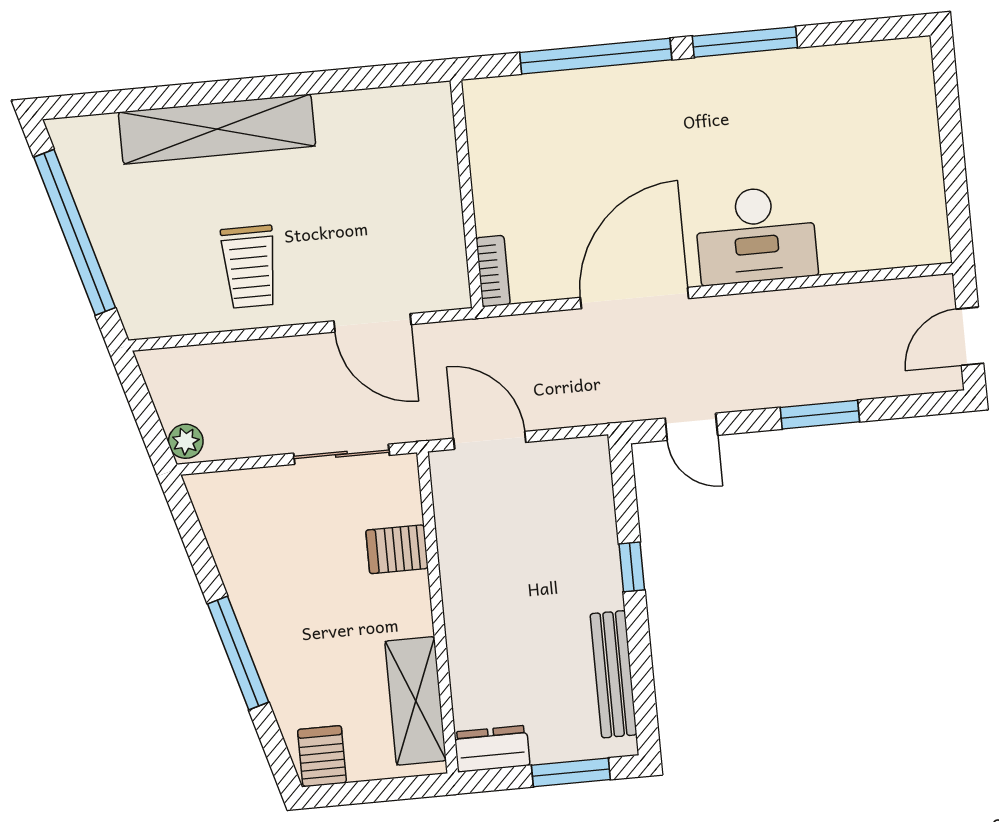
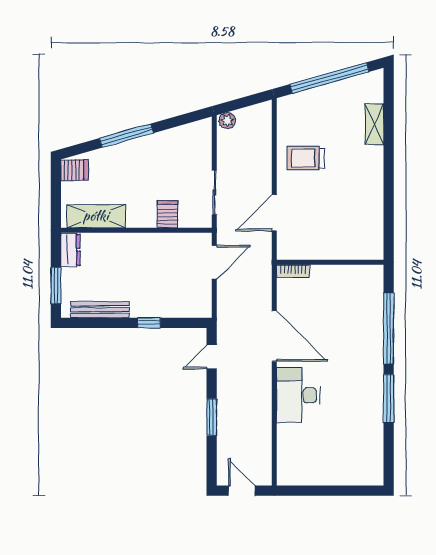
shelving: (217, 129) -> (374, 124), width x0.45, depth x0.75

